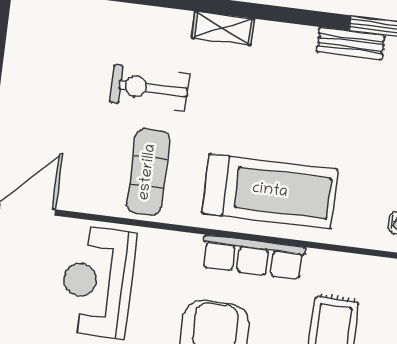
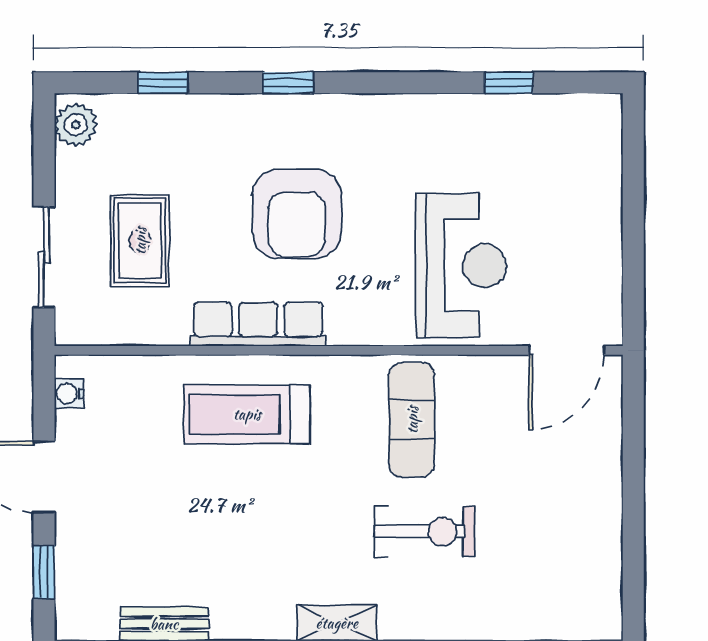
treadmill: (270, 191) -> (247, 414), width x0.73, depth x0.73

